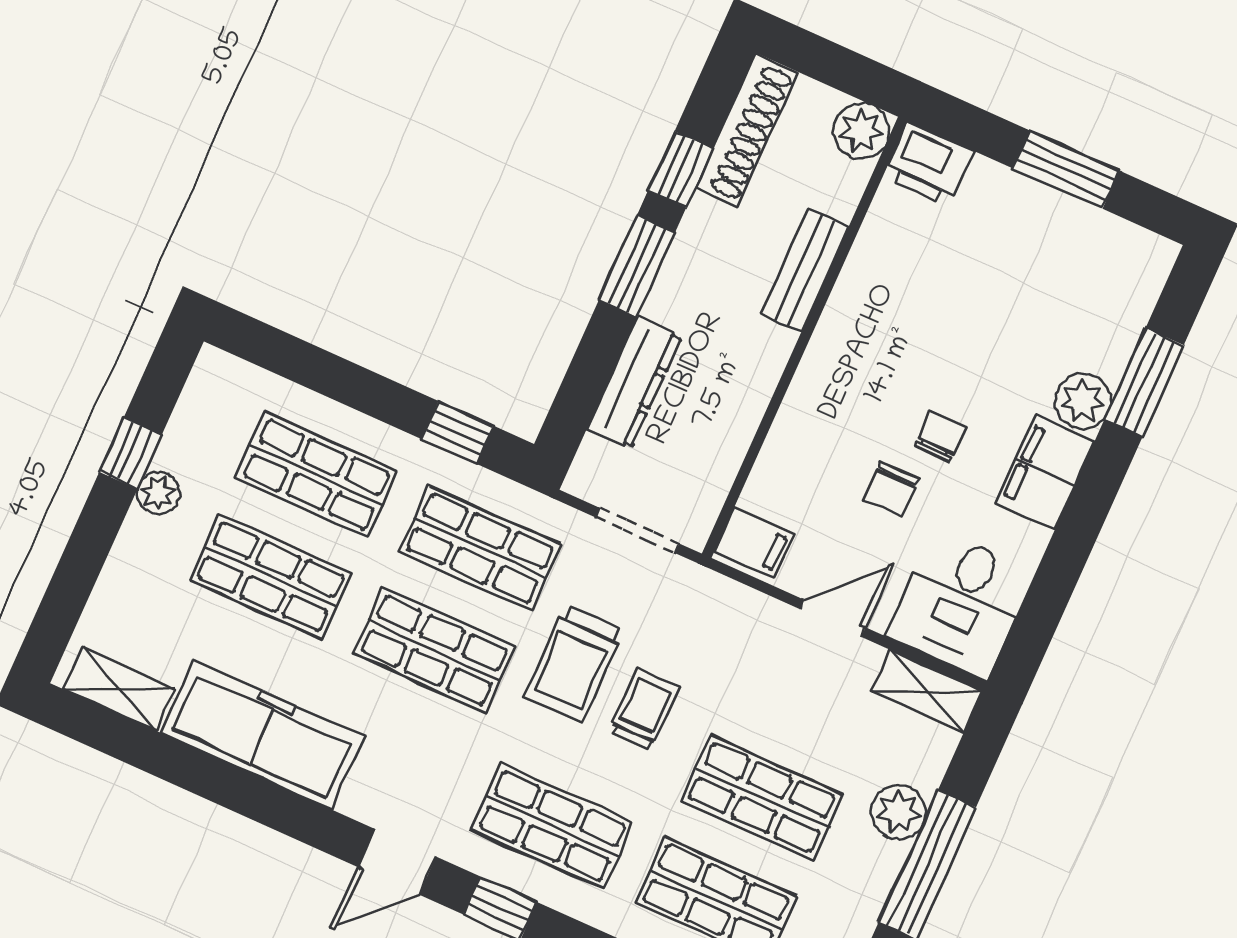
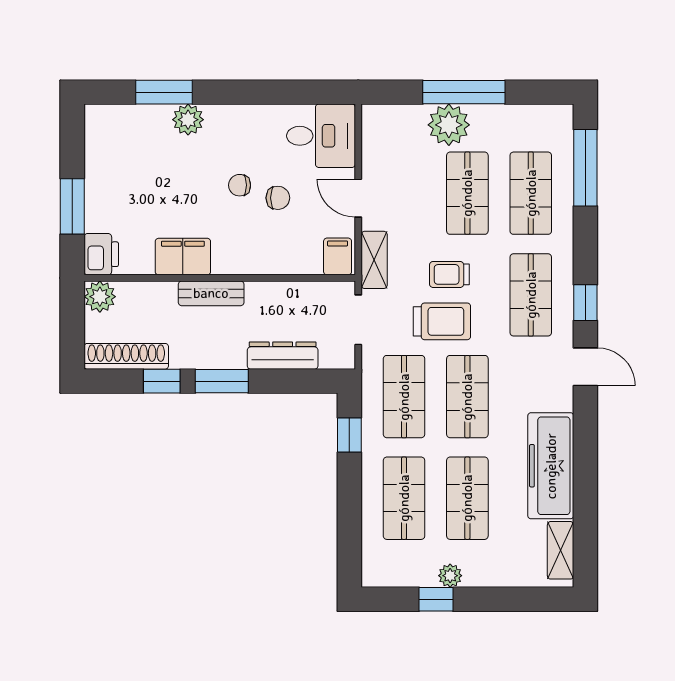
window: (1066, 170) -> (72, 206), moved
bench: (805, 270) -> (211, 293), moved
filing cabinet: (1045, 472) -> (183, 257), moved, turned 180
shelving: (927, 691) -> (374, 260), moved
plant: (898, 812) -> (449, 125), width x1.36, depth x1.36

